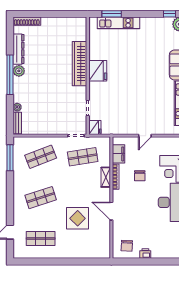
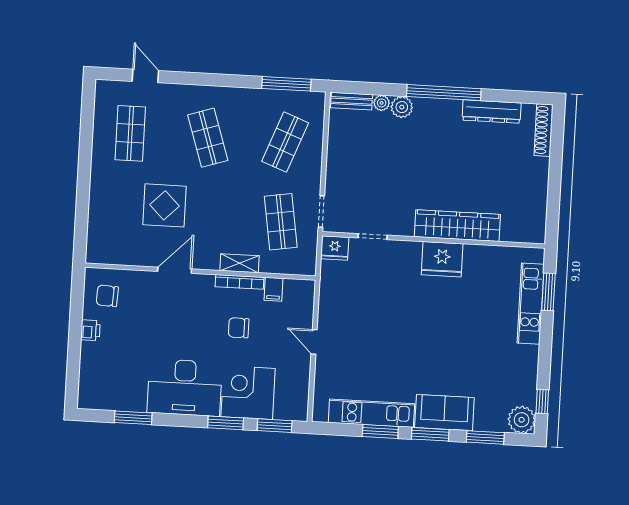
plant: (19, 71) -> (402, 107), moved
filing cabinet: (118, 154) -> (274, 289), width x0.50
shop shelf: (41, 157) -> (285, 142), turned 42

